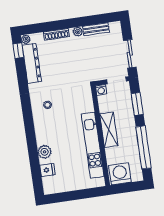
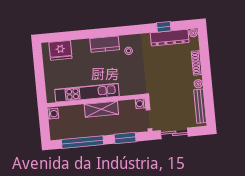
bench: (96, 29) -> (200, 106), width x1.36
window: (18, 51) -> (164, 27), moved
kitchen counter: (42, 130) -> (105, 44), added
plant: (45, 152) -> (83, 46), removed
fridge: (47, 170) -> (60, 50), width x1.88, depth x1.34
washing machine: (120, 174) -> (53, 114), width x0.53, depth x0.53

